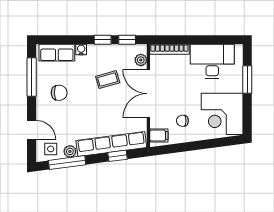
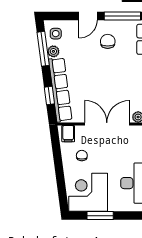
window: (247, 79) -> (100, 216), moved
coffee table: (108, 80) -> (120, 86), removed
chair: (59, 93) -> (108, 41), turned 180
door: (32, 130) -> (88, 16), moved

